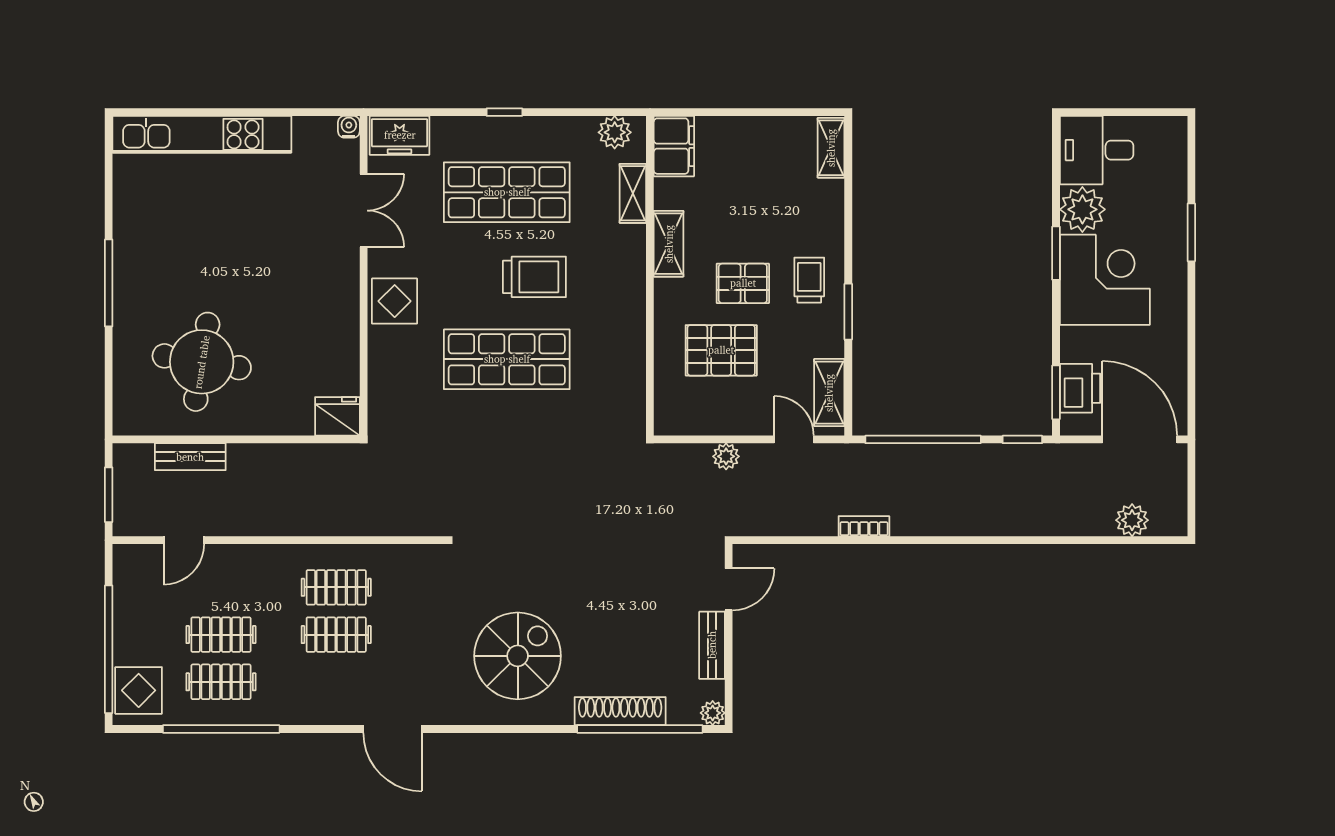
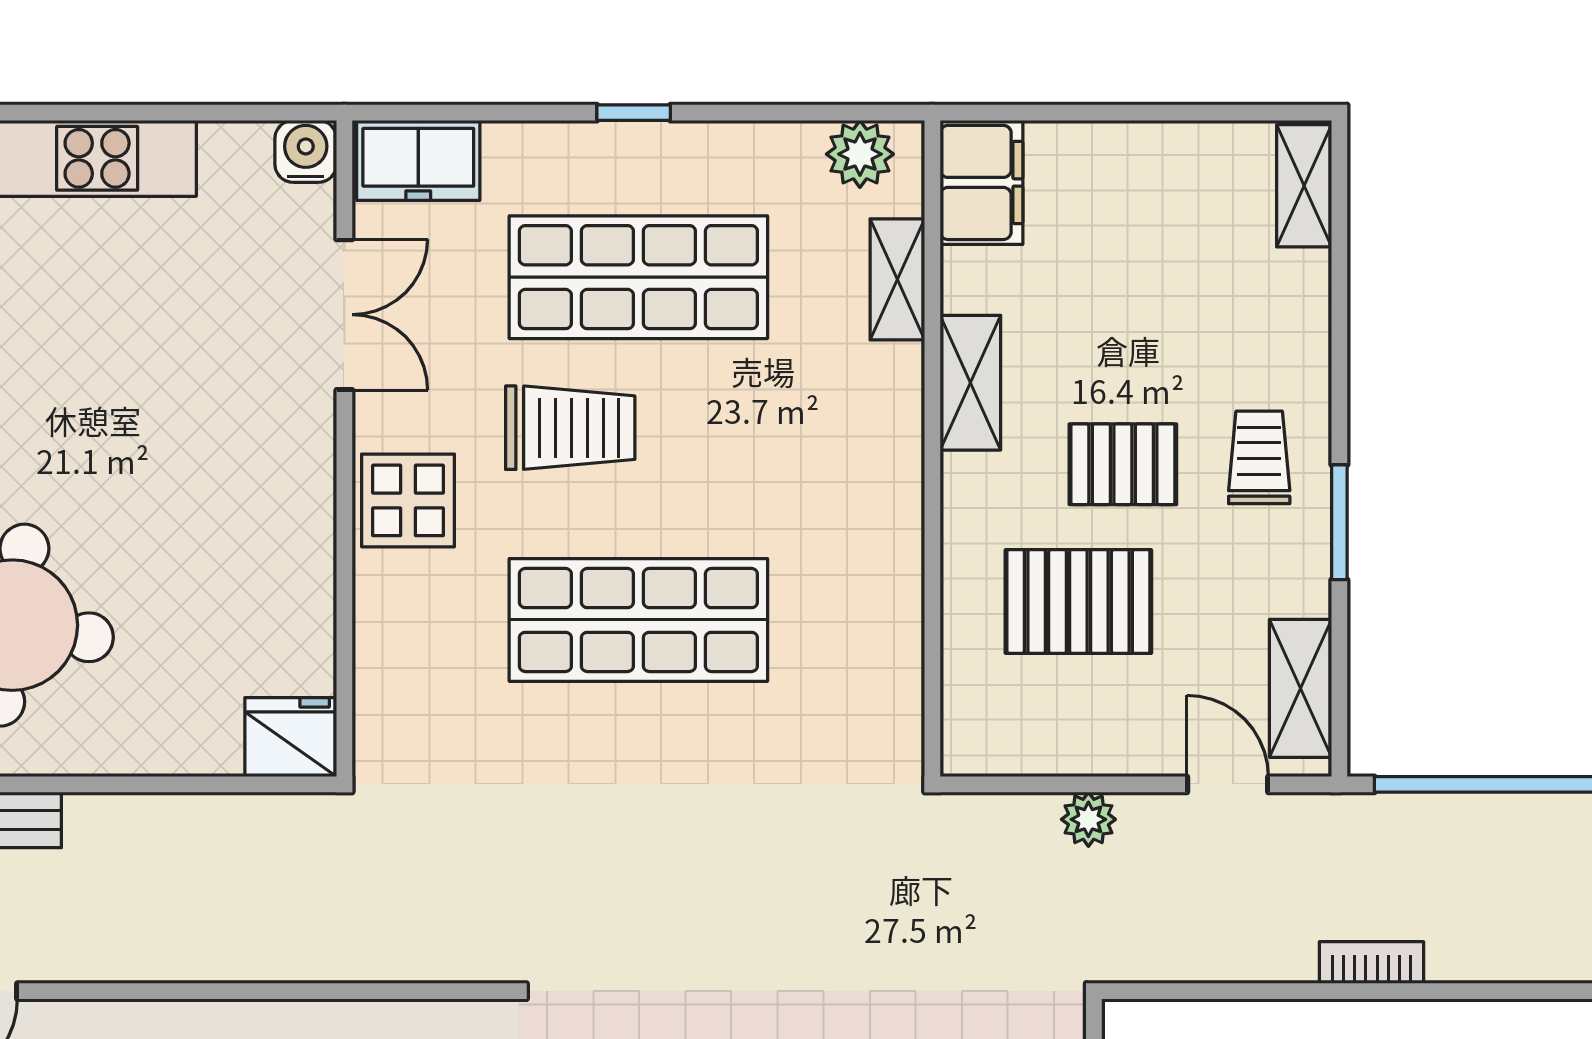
water cooler: (349, 127) -> (306, 151), width x1.38, depth x1.38
trolley: (534, 277) -> (570, 428), moved

